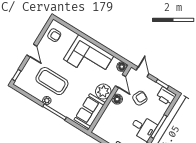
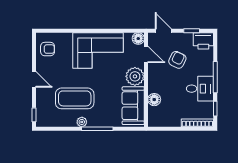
floor lamp: (117, 99) -> (154, 100), moved

